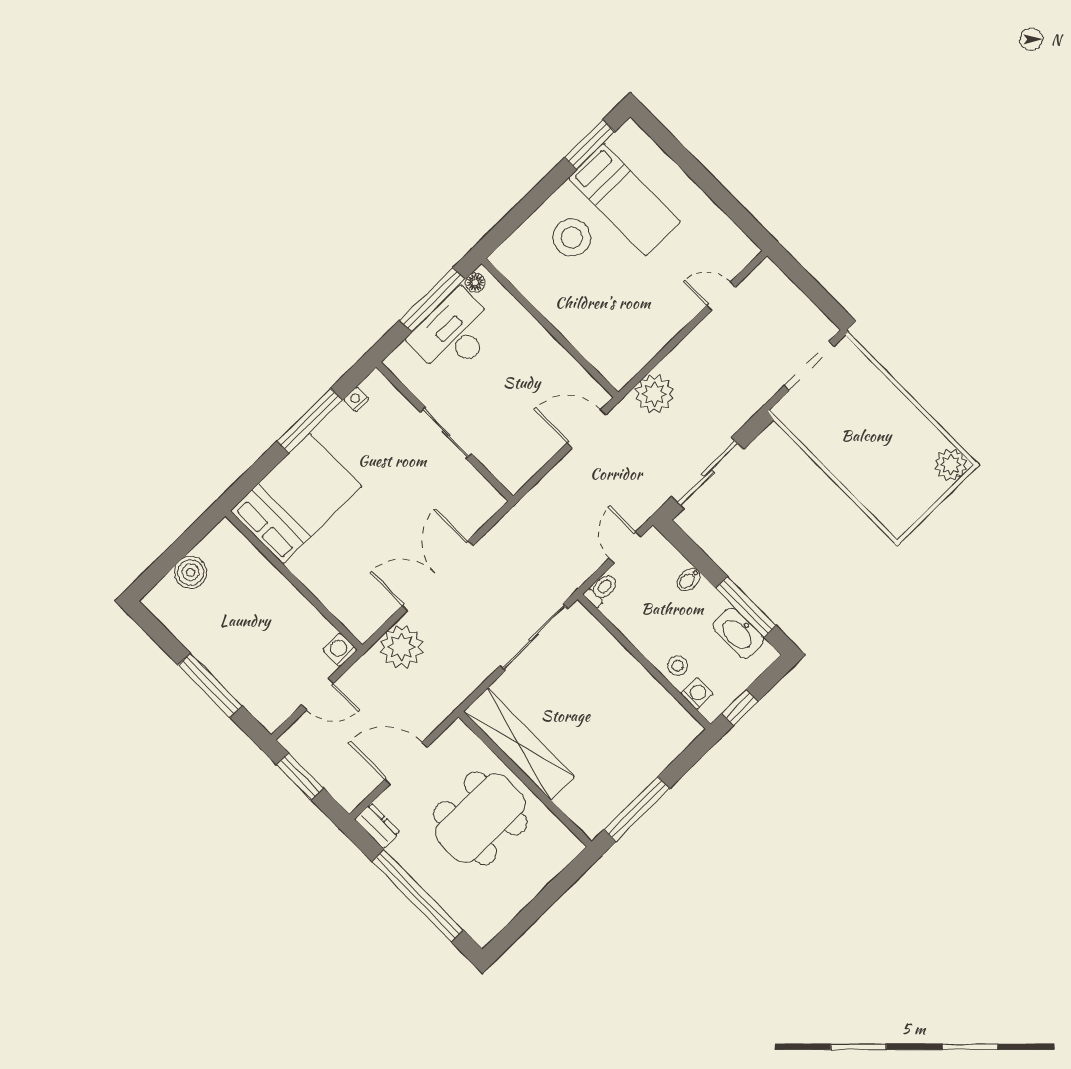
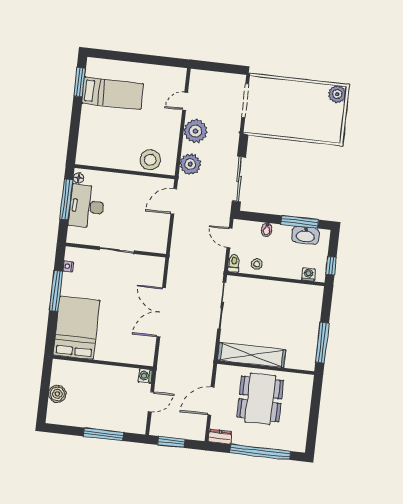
stool: (572, 238) -> (150, 160), moved
plant: (401, 647) -> (195, 131), moved
stool: (678, 666) -> (257, 264), moved

